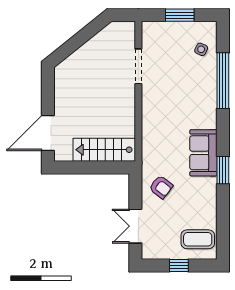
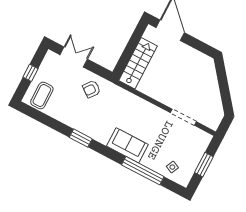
sofa: (203, 153) -> (127, 145), moved

